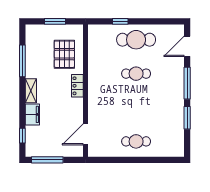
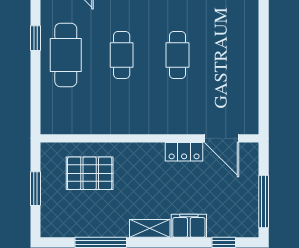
window: (120, 21) -> (36, 38), moved
locker: (77, 86) -> (184, 152), moved
cafe table: (136, 141) -> (178, 55), moved

